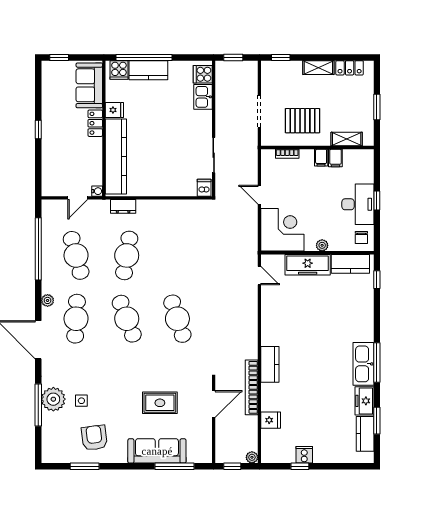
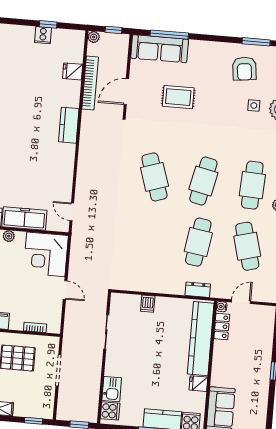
locker: (95, 123) -> (222, 326), moved
dishwasher: (204, 188) -> (148, 304), moved
cafe table: (127, 319) -> (203, 181), turned 33
bookcase: (252, 387) -> (90, 83), moved
sofa: (157, 451) -> (160, 49), moved

